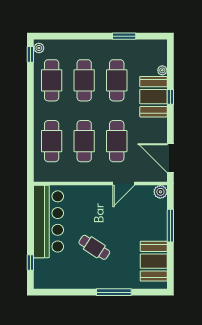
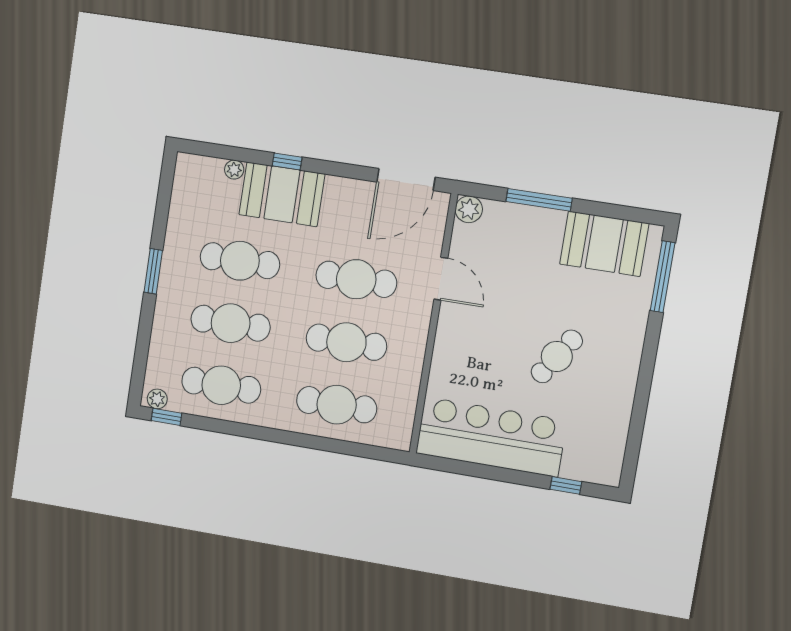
window: (124, 36) -> (153, 271), moved
window: (114, 292) -> (663, 277), moved

